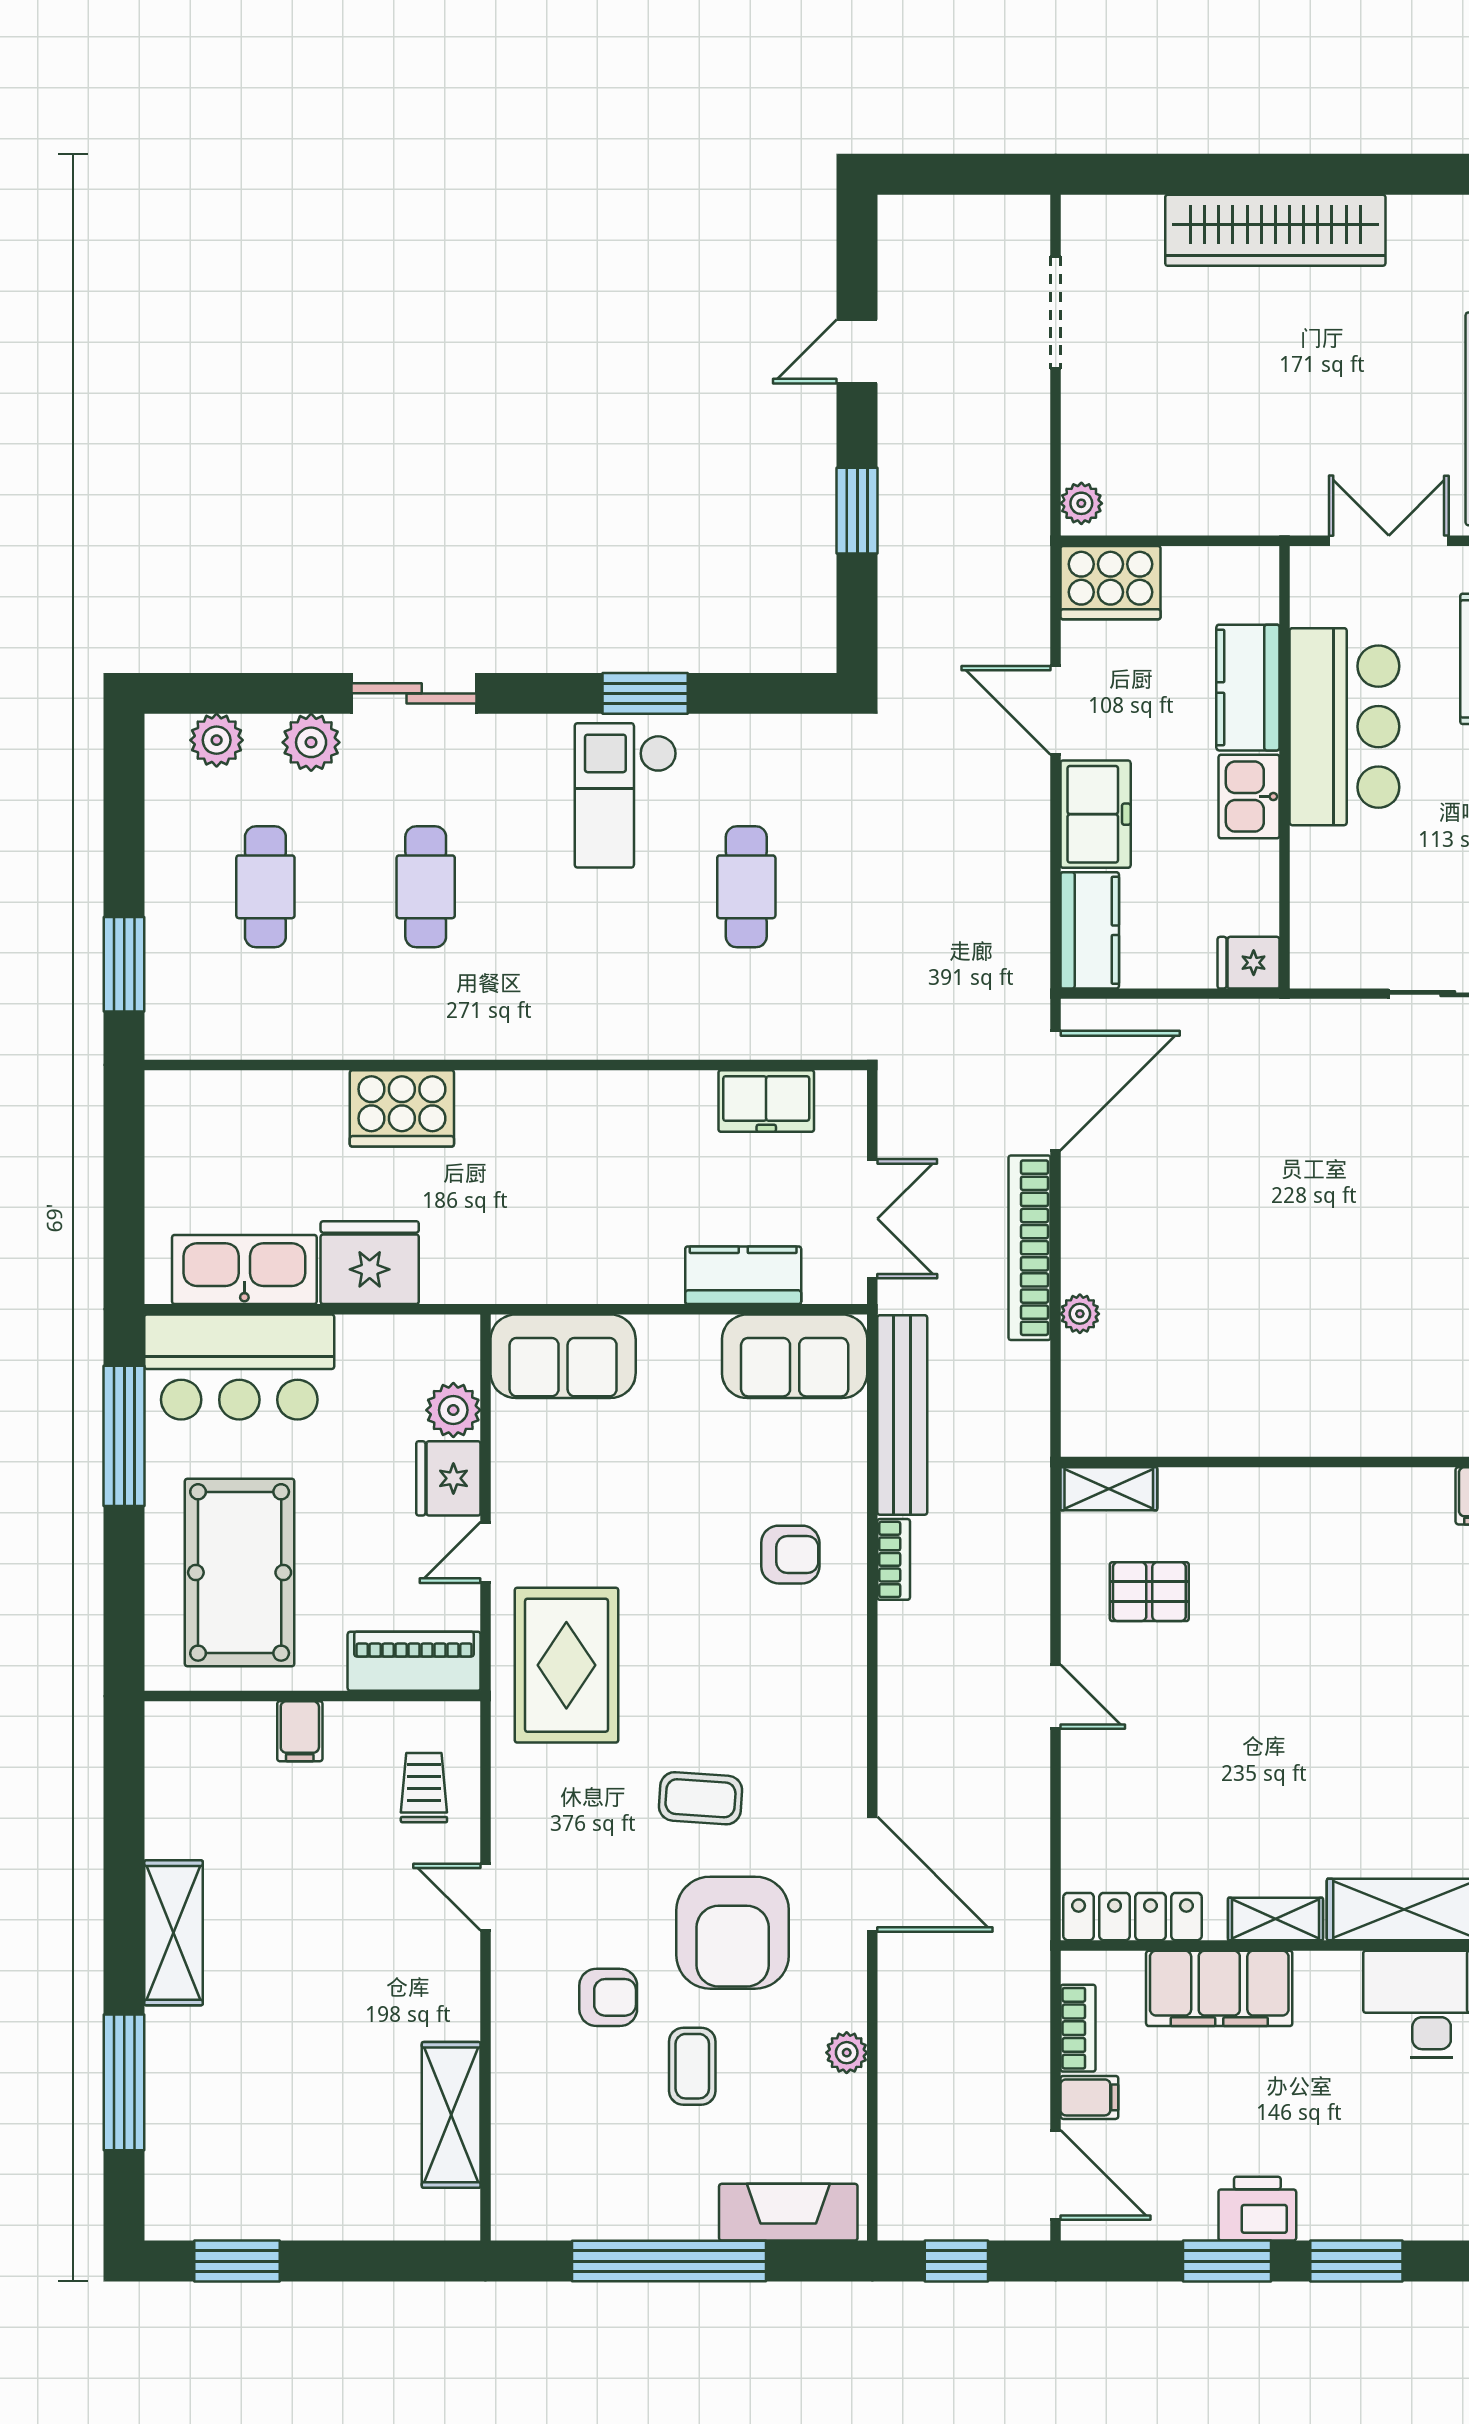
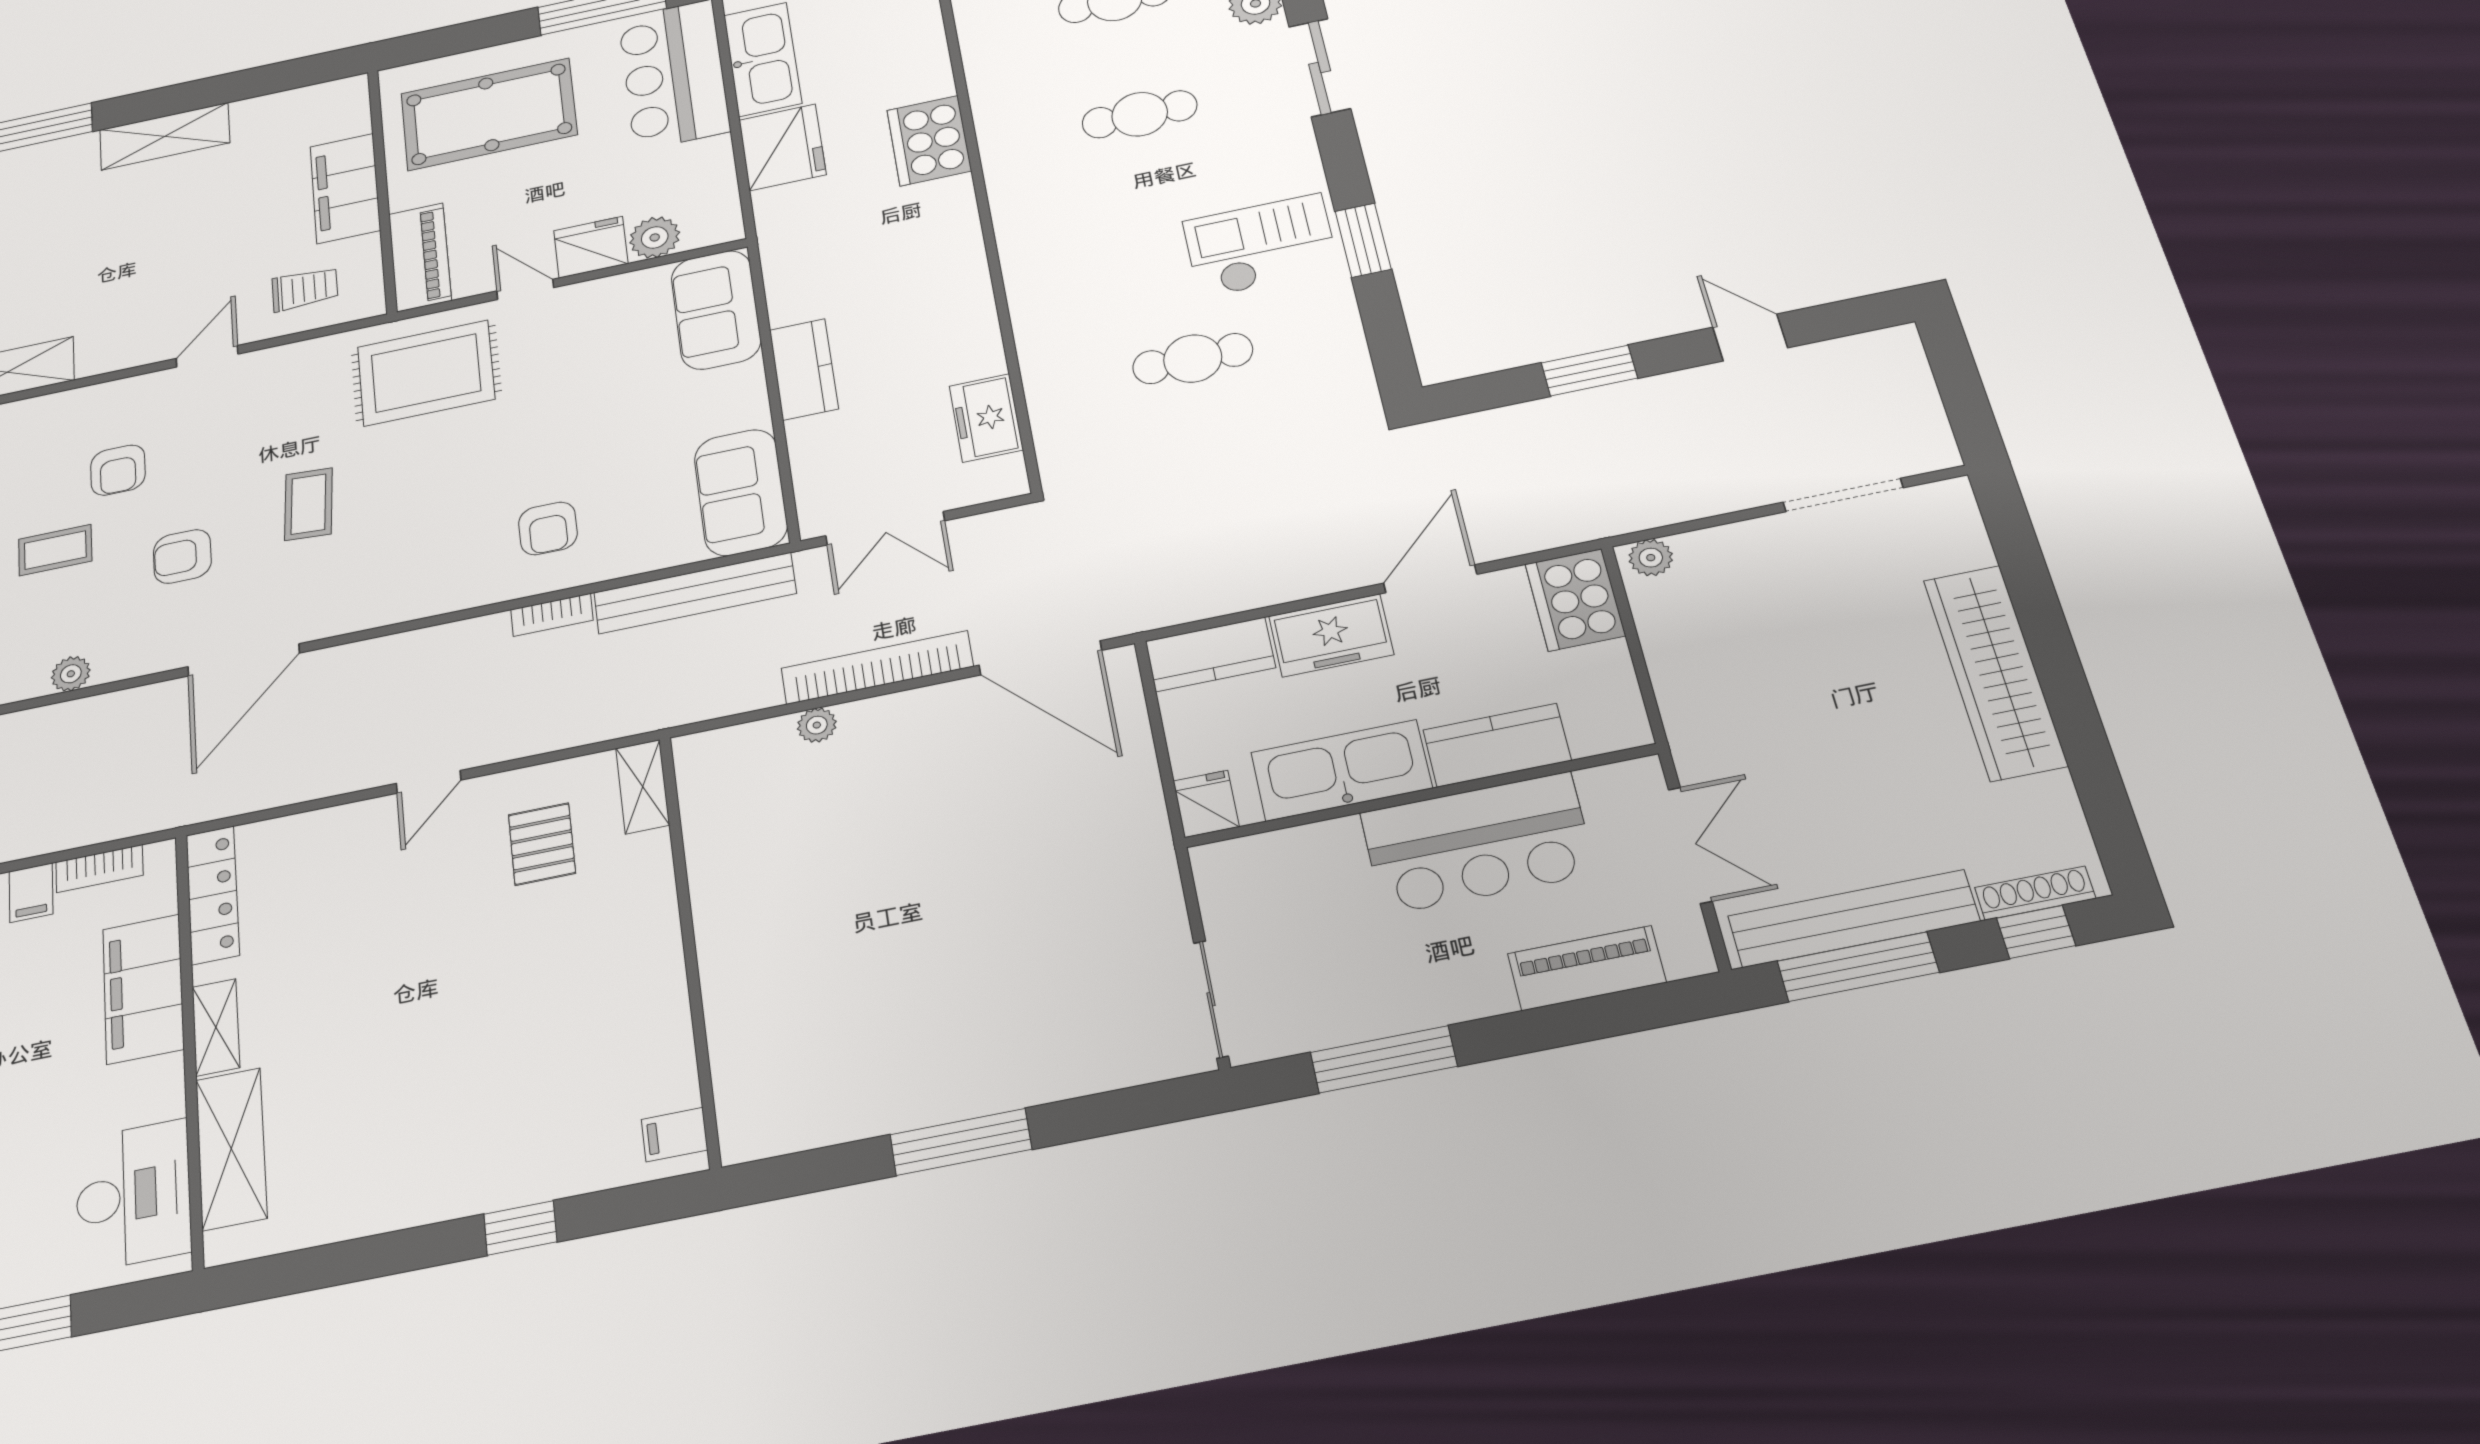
kitchen sink: (1249, 797) -> (1341, 770), width x1.88, depth x1.24
kitchen counter: (743, 1275) -> (804, 369), moved
filing cabinet: (300, 1731) -> (345, 188), width x3.00, depth x1.17
armchair: (733, 1933) -> (182, 556), width x0.53, depth x0.53

